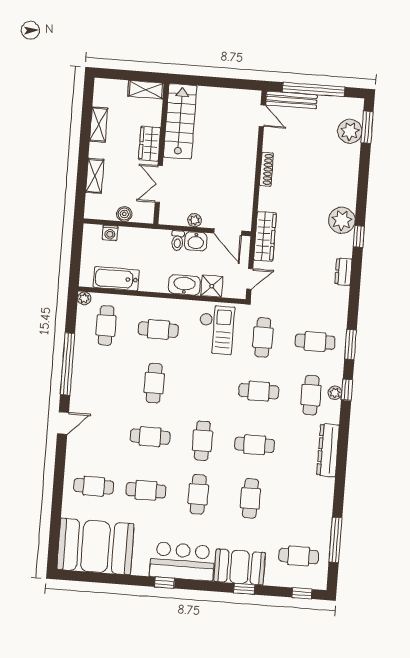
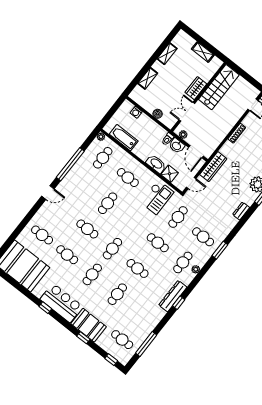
stairs: (180, 121) -> (219, 87), moved
wardrobe: (150, 144) -> (196, 88), moved
wall: (161, 154) -> (198, 97), moved
double door: (159, 184) -> (187, 112), moved
boiler: (124, 214) -> (158, 114), moved
window: (347, 390) -> (179, 303), moved

